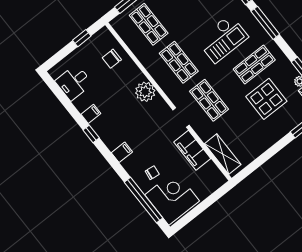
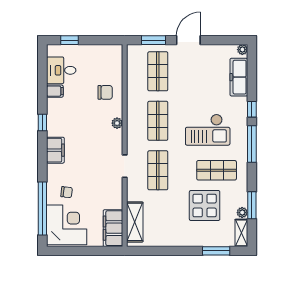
window: (82, 38) -> (69, 40), moved
chair: (112, 59) -> (105, 92), moved, turned 180
plant: (145, 92) -> (117, 123), width x0.53, depth x0.53
filing cabinet: (91, 114) -> (55, 91), moved
filing cabinet: (192, 150) -> (113, 228), moved
filing cabinet: (122, 152) -> (55, 150), width x2.00

